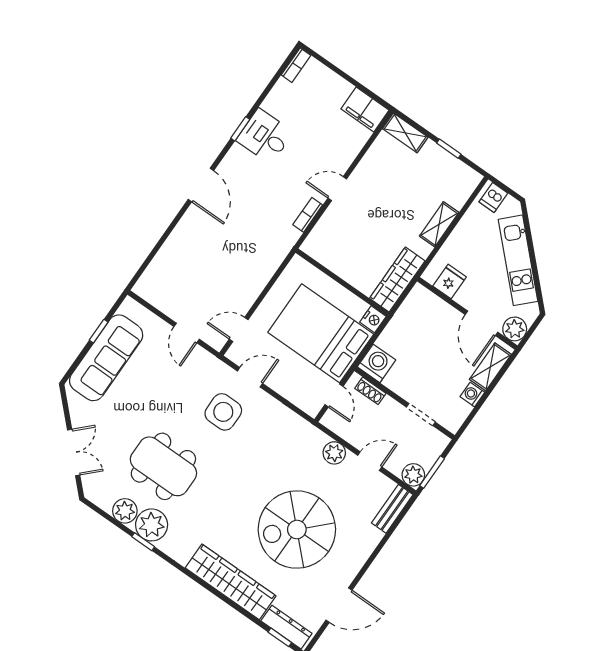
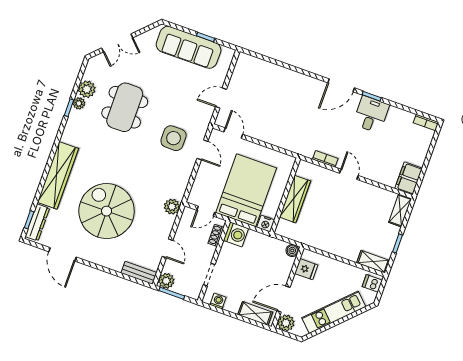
door: (201, 185) -> (341, 85), moved
shelving: (439, 224) -> (373, 262), moved
wardrobe: (397, 280) -> (295, 199), moved, turned 90
boiler: (419, 293) -> (292, 250), added
washing machine: (472, 394) -> (218, 301), moved
plant: (334, 453) -> (172, 207), moved
plant: (152, 525) -> (79, 103), width x0.53, depth x0.53

